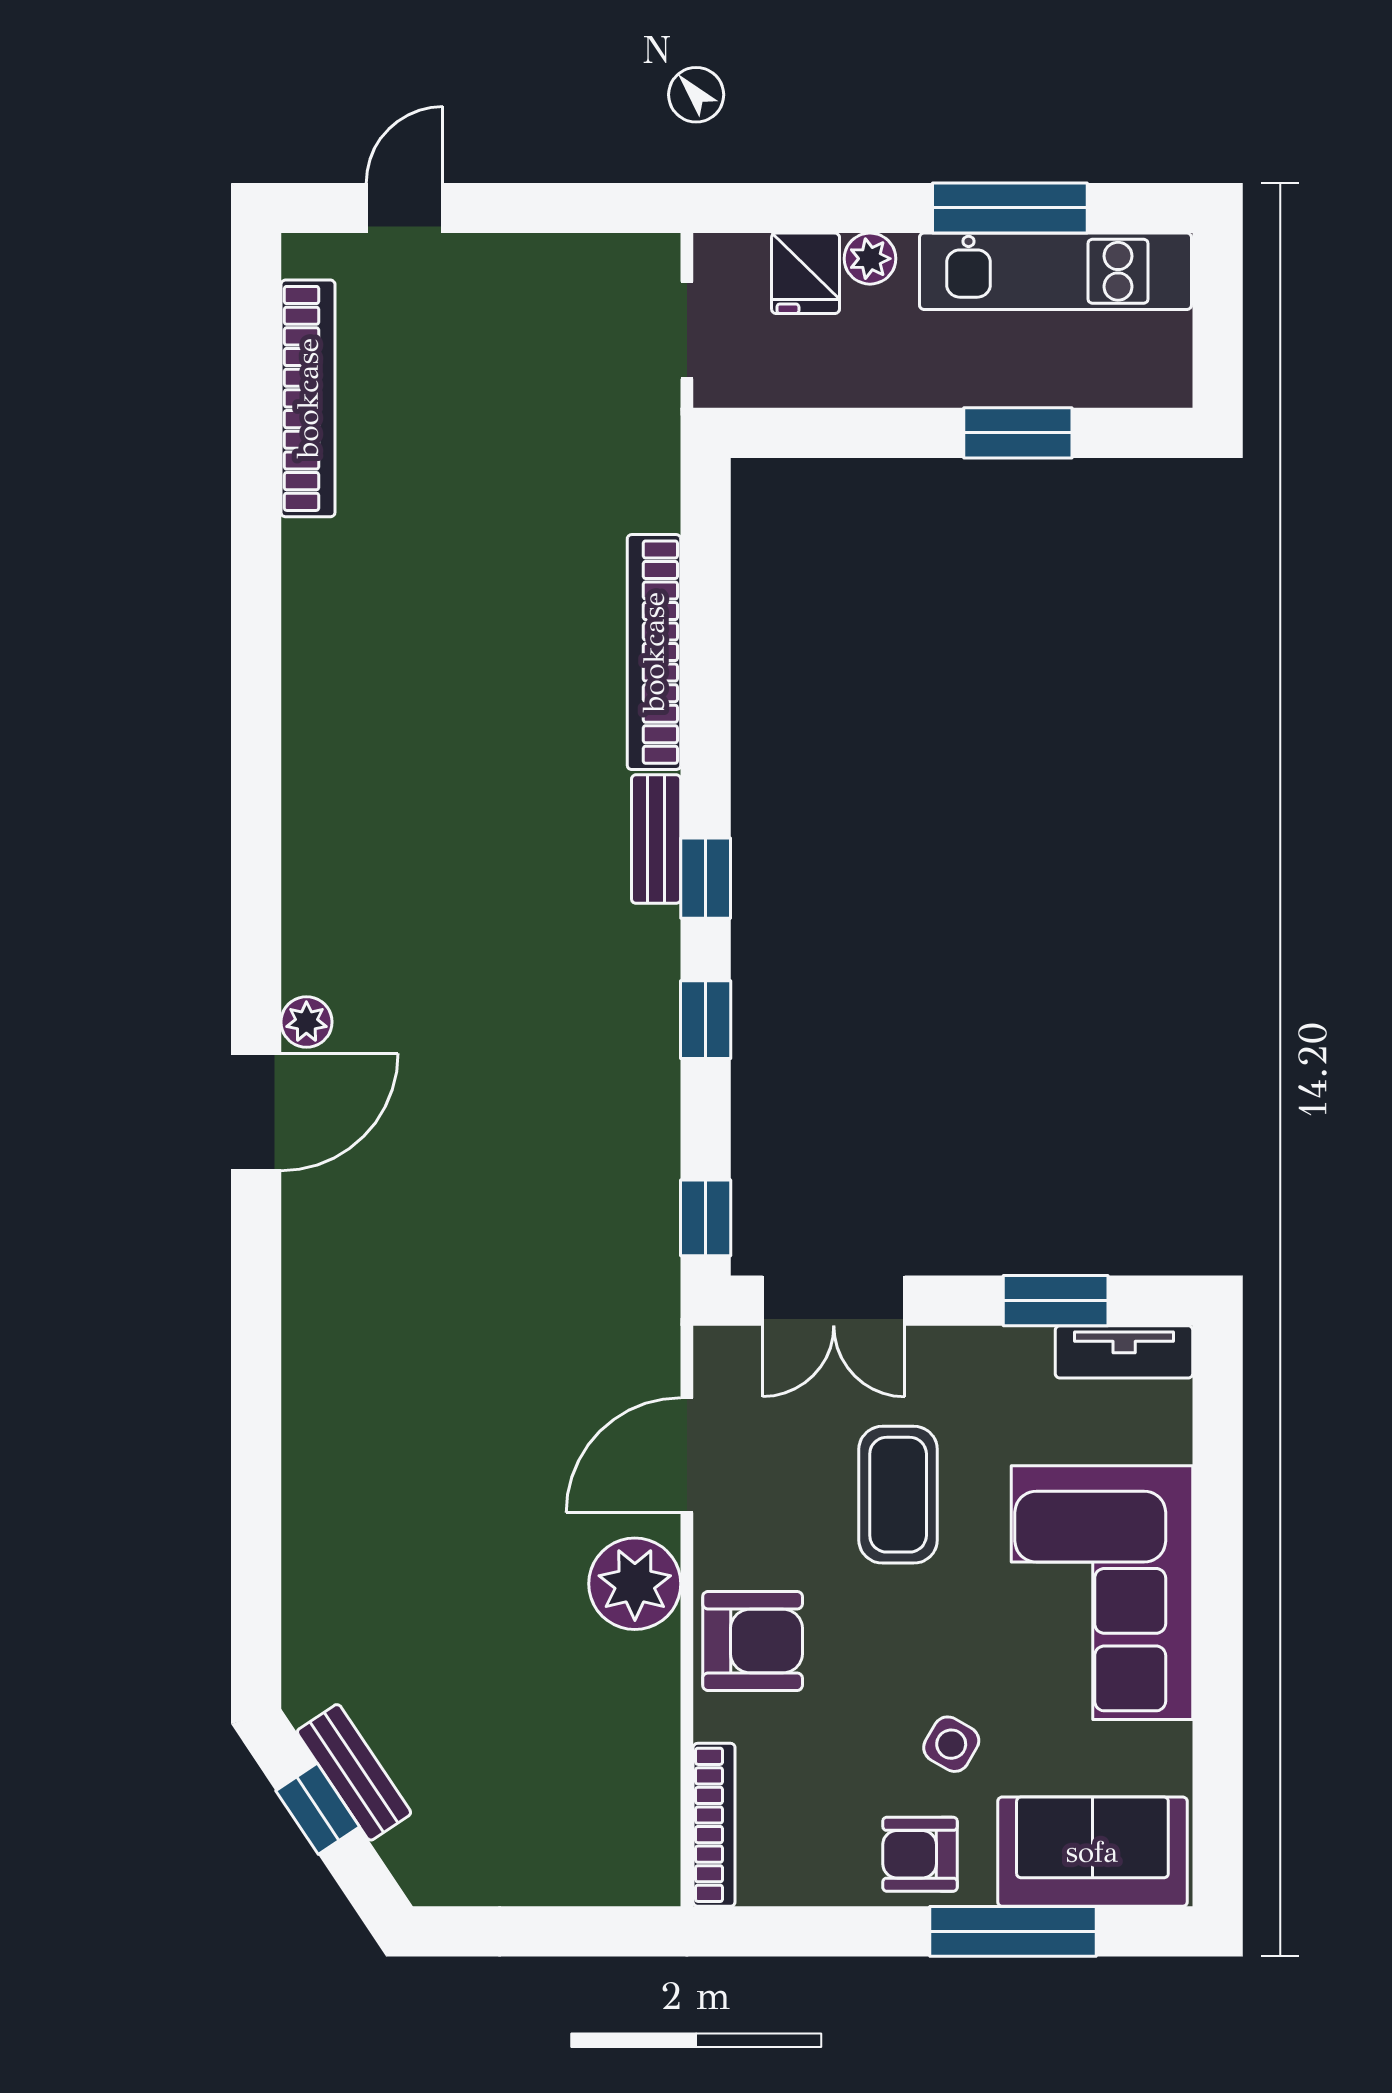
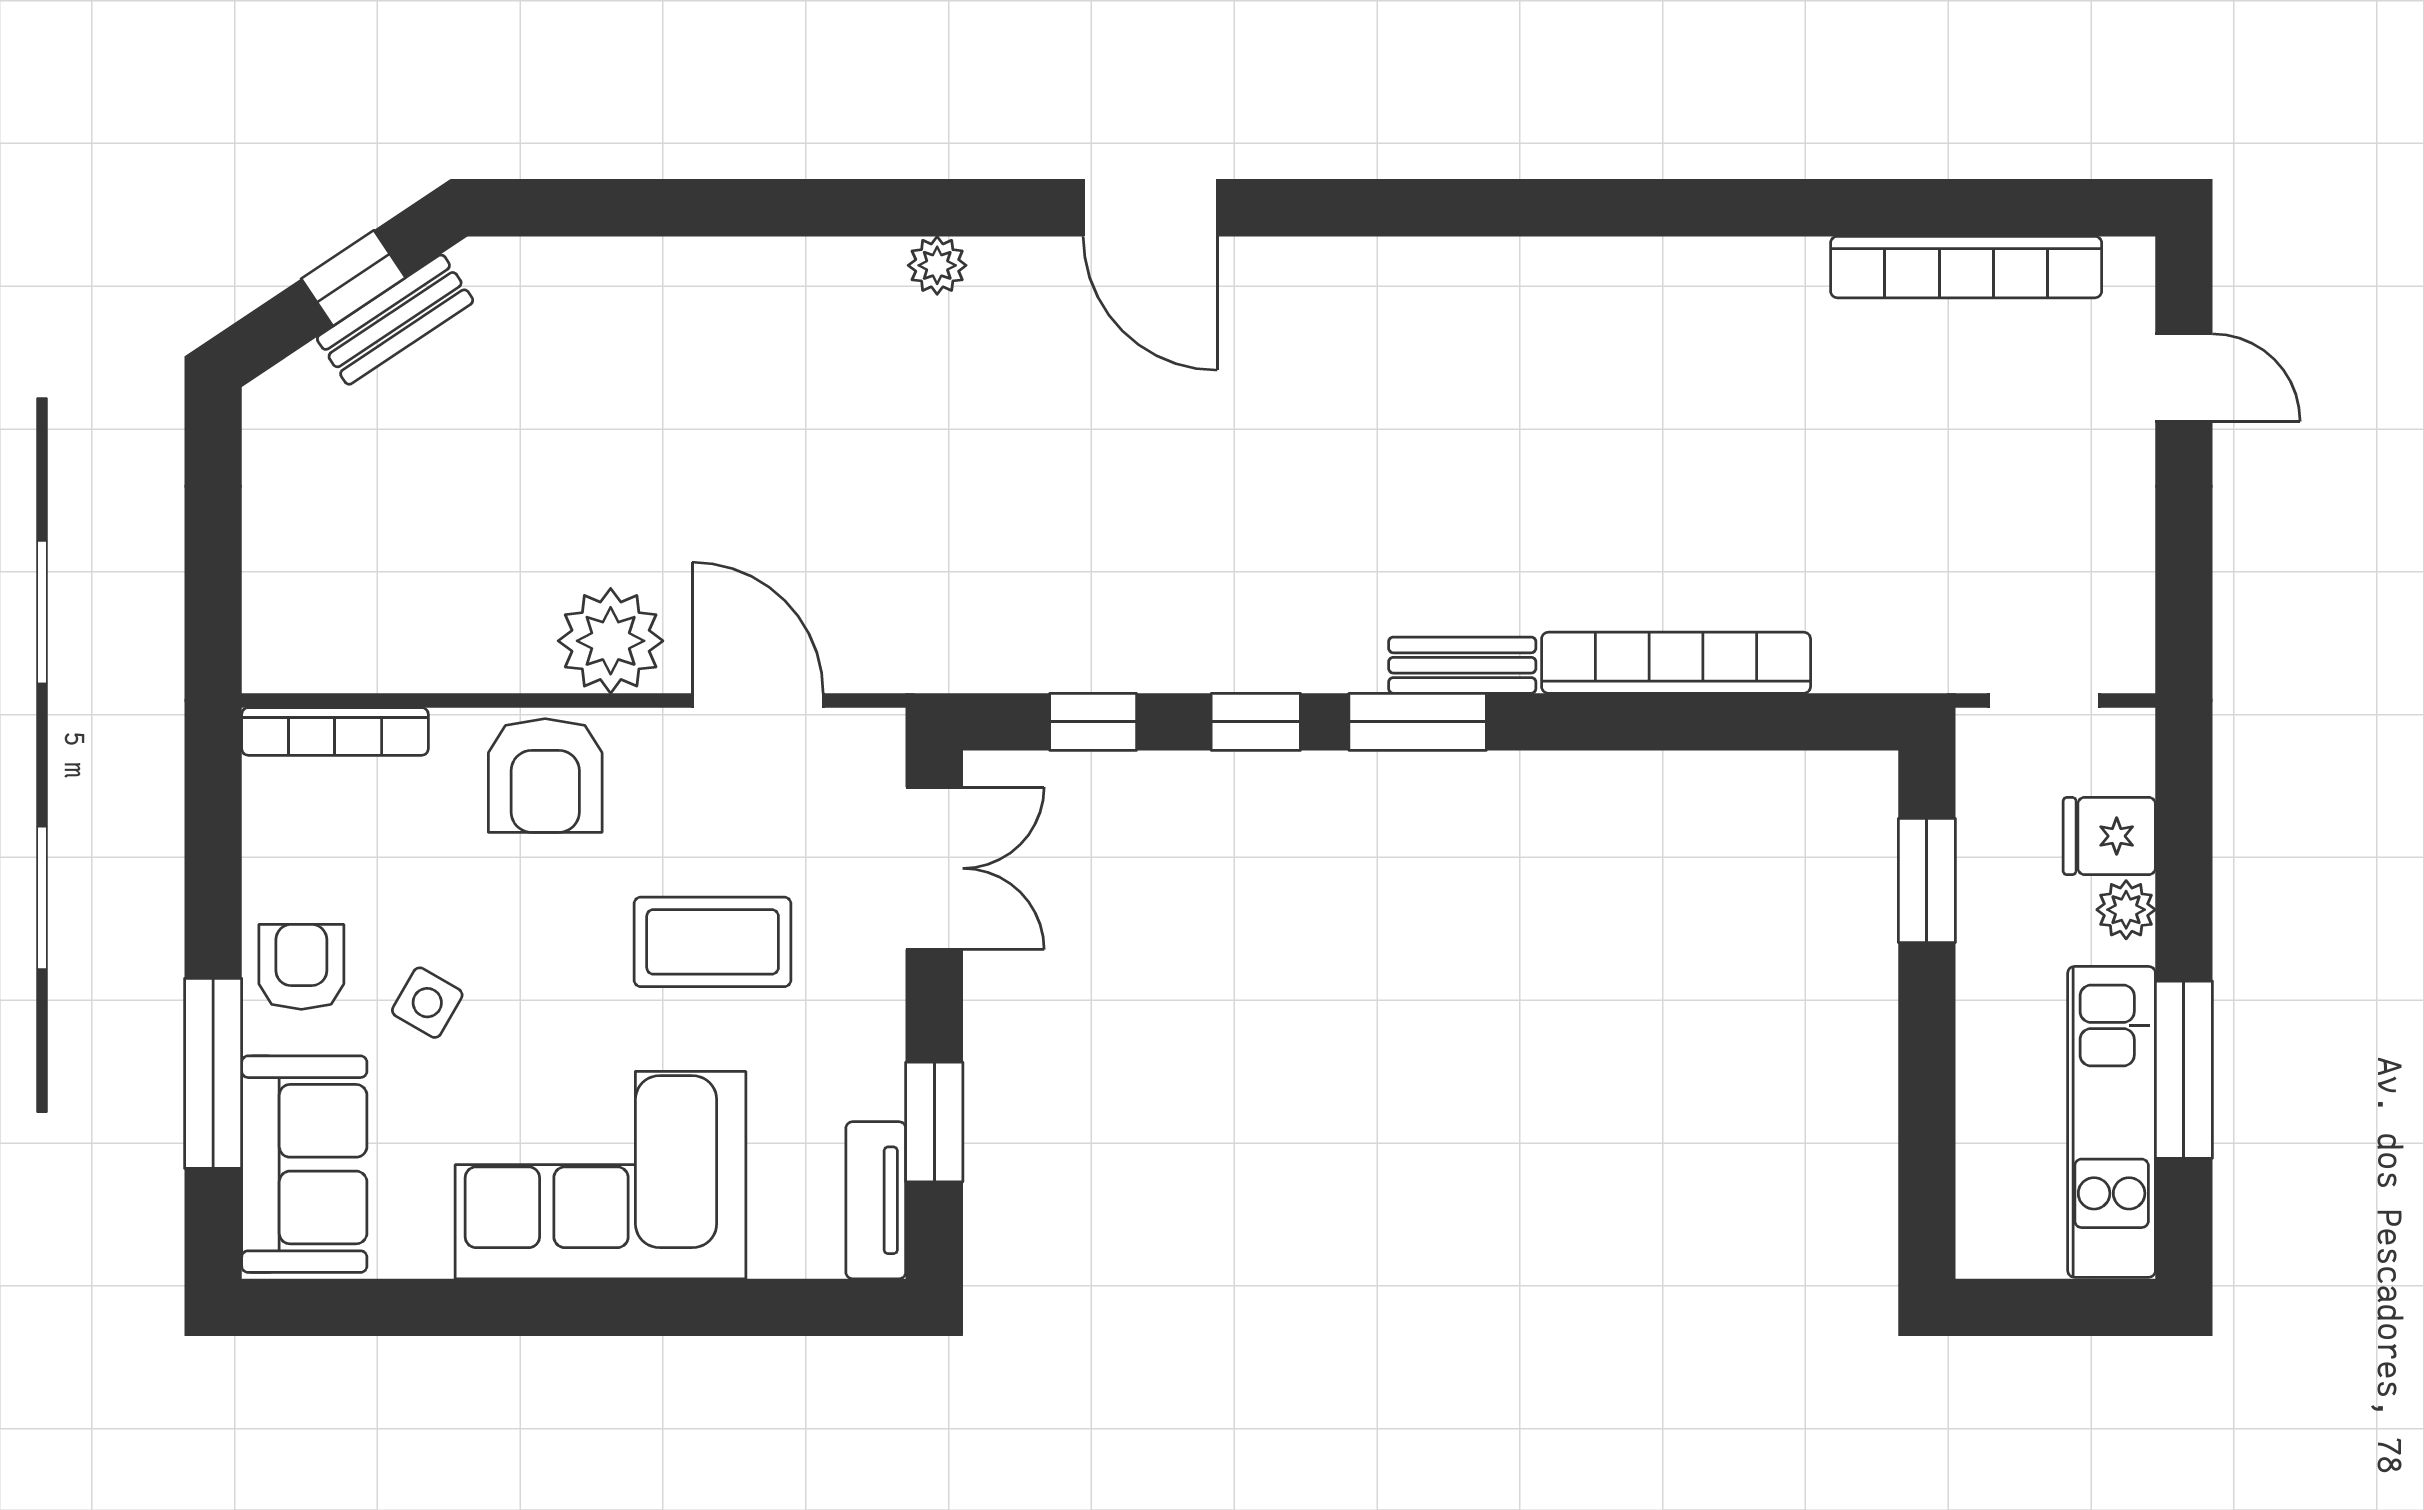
window: (1018, 433) -> (1927, 880), moved
window: (706, 878) -> (1418, 722), width x1.50
plant: (306, 1022) -> (937, 265), moved
window: (706, 1218) -> (1093, 722), moved
double door: (834, 1301) -> (934, 868), swing flipped

